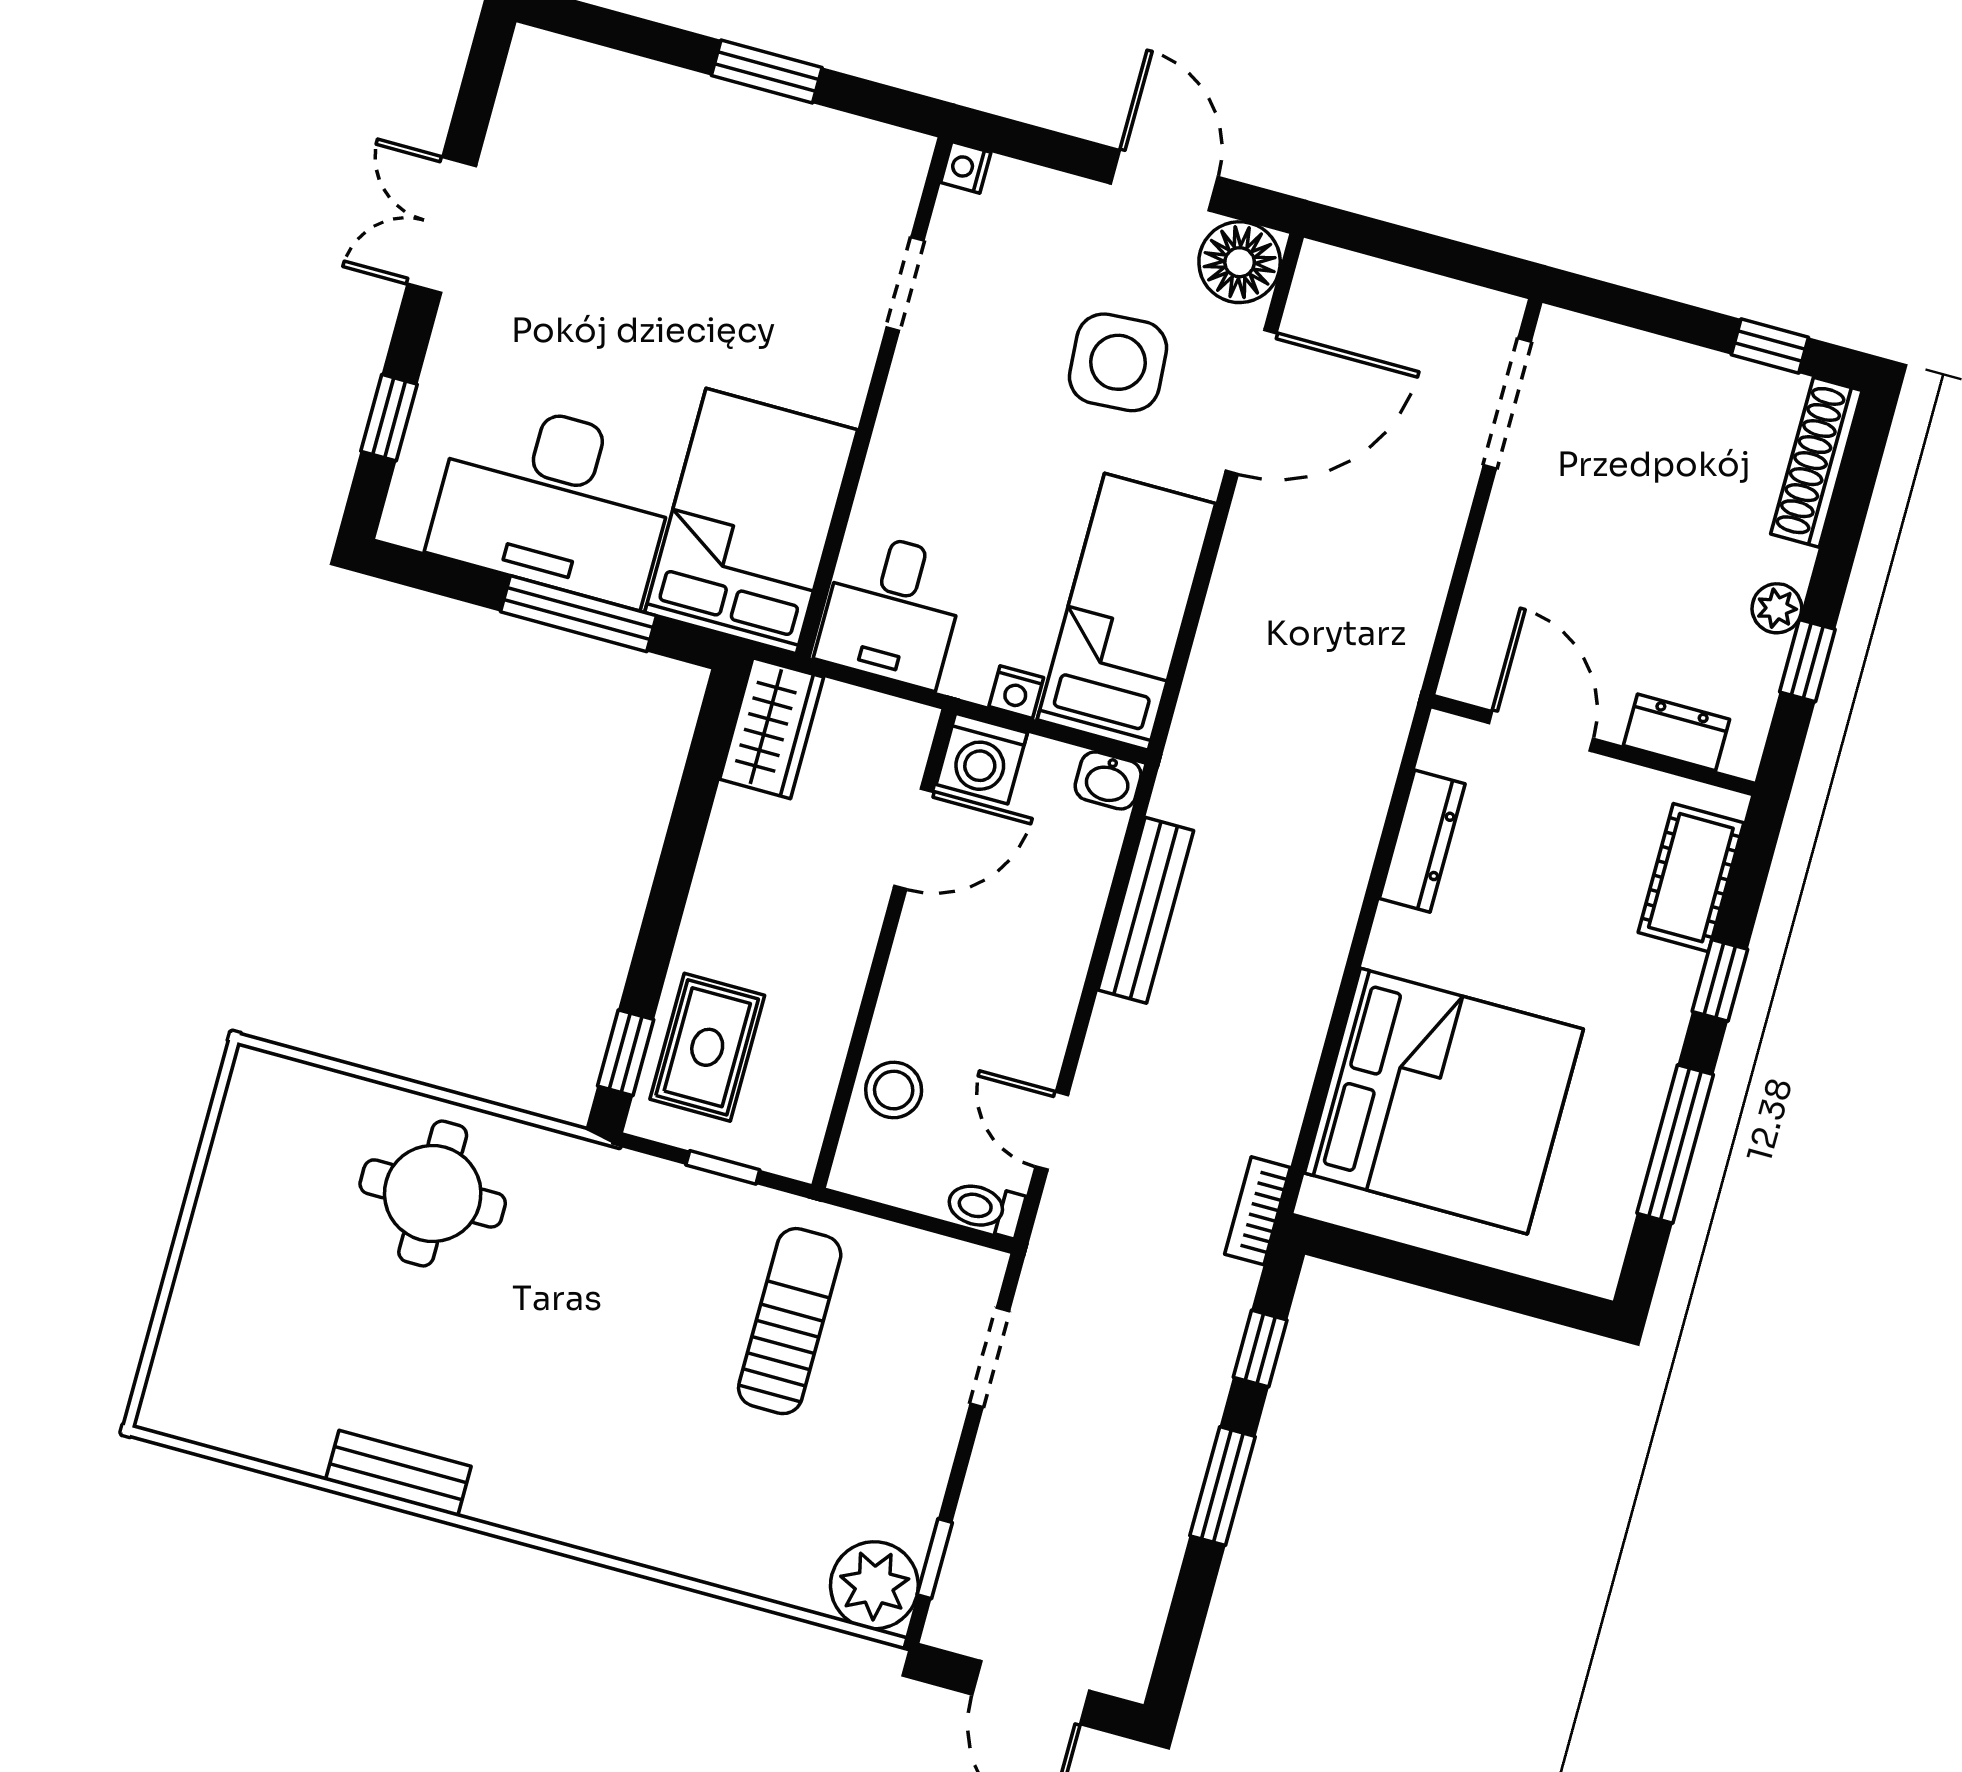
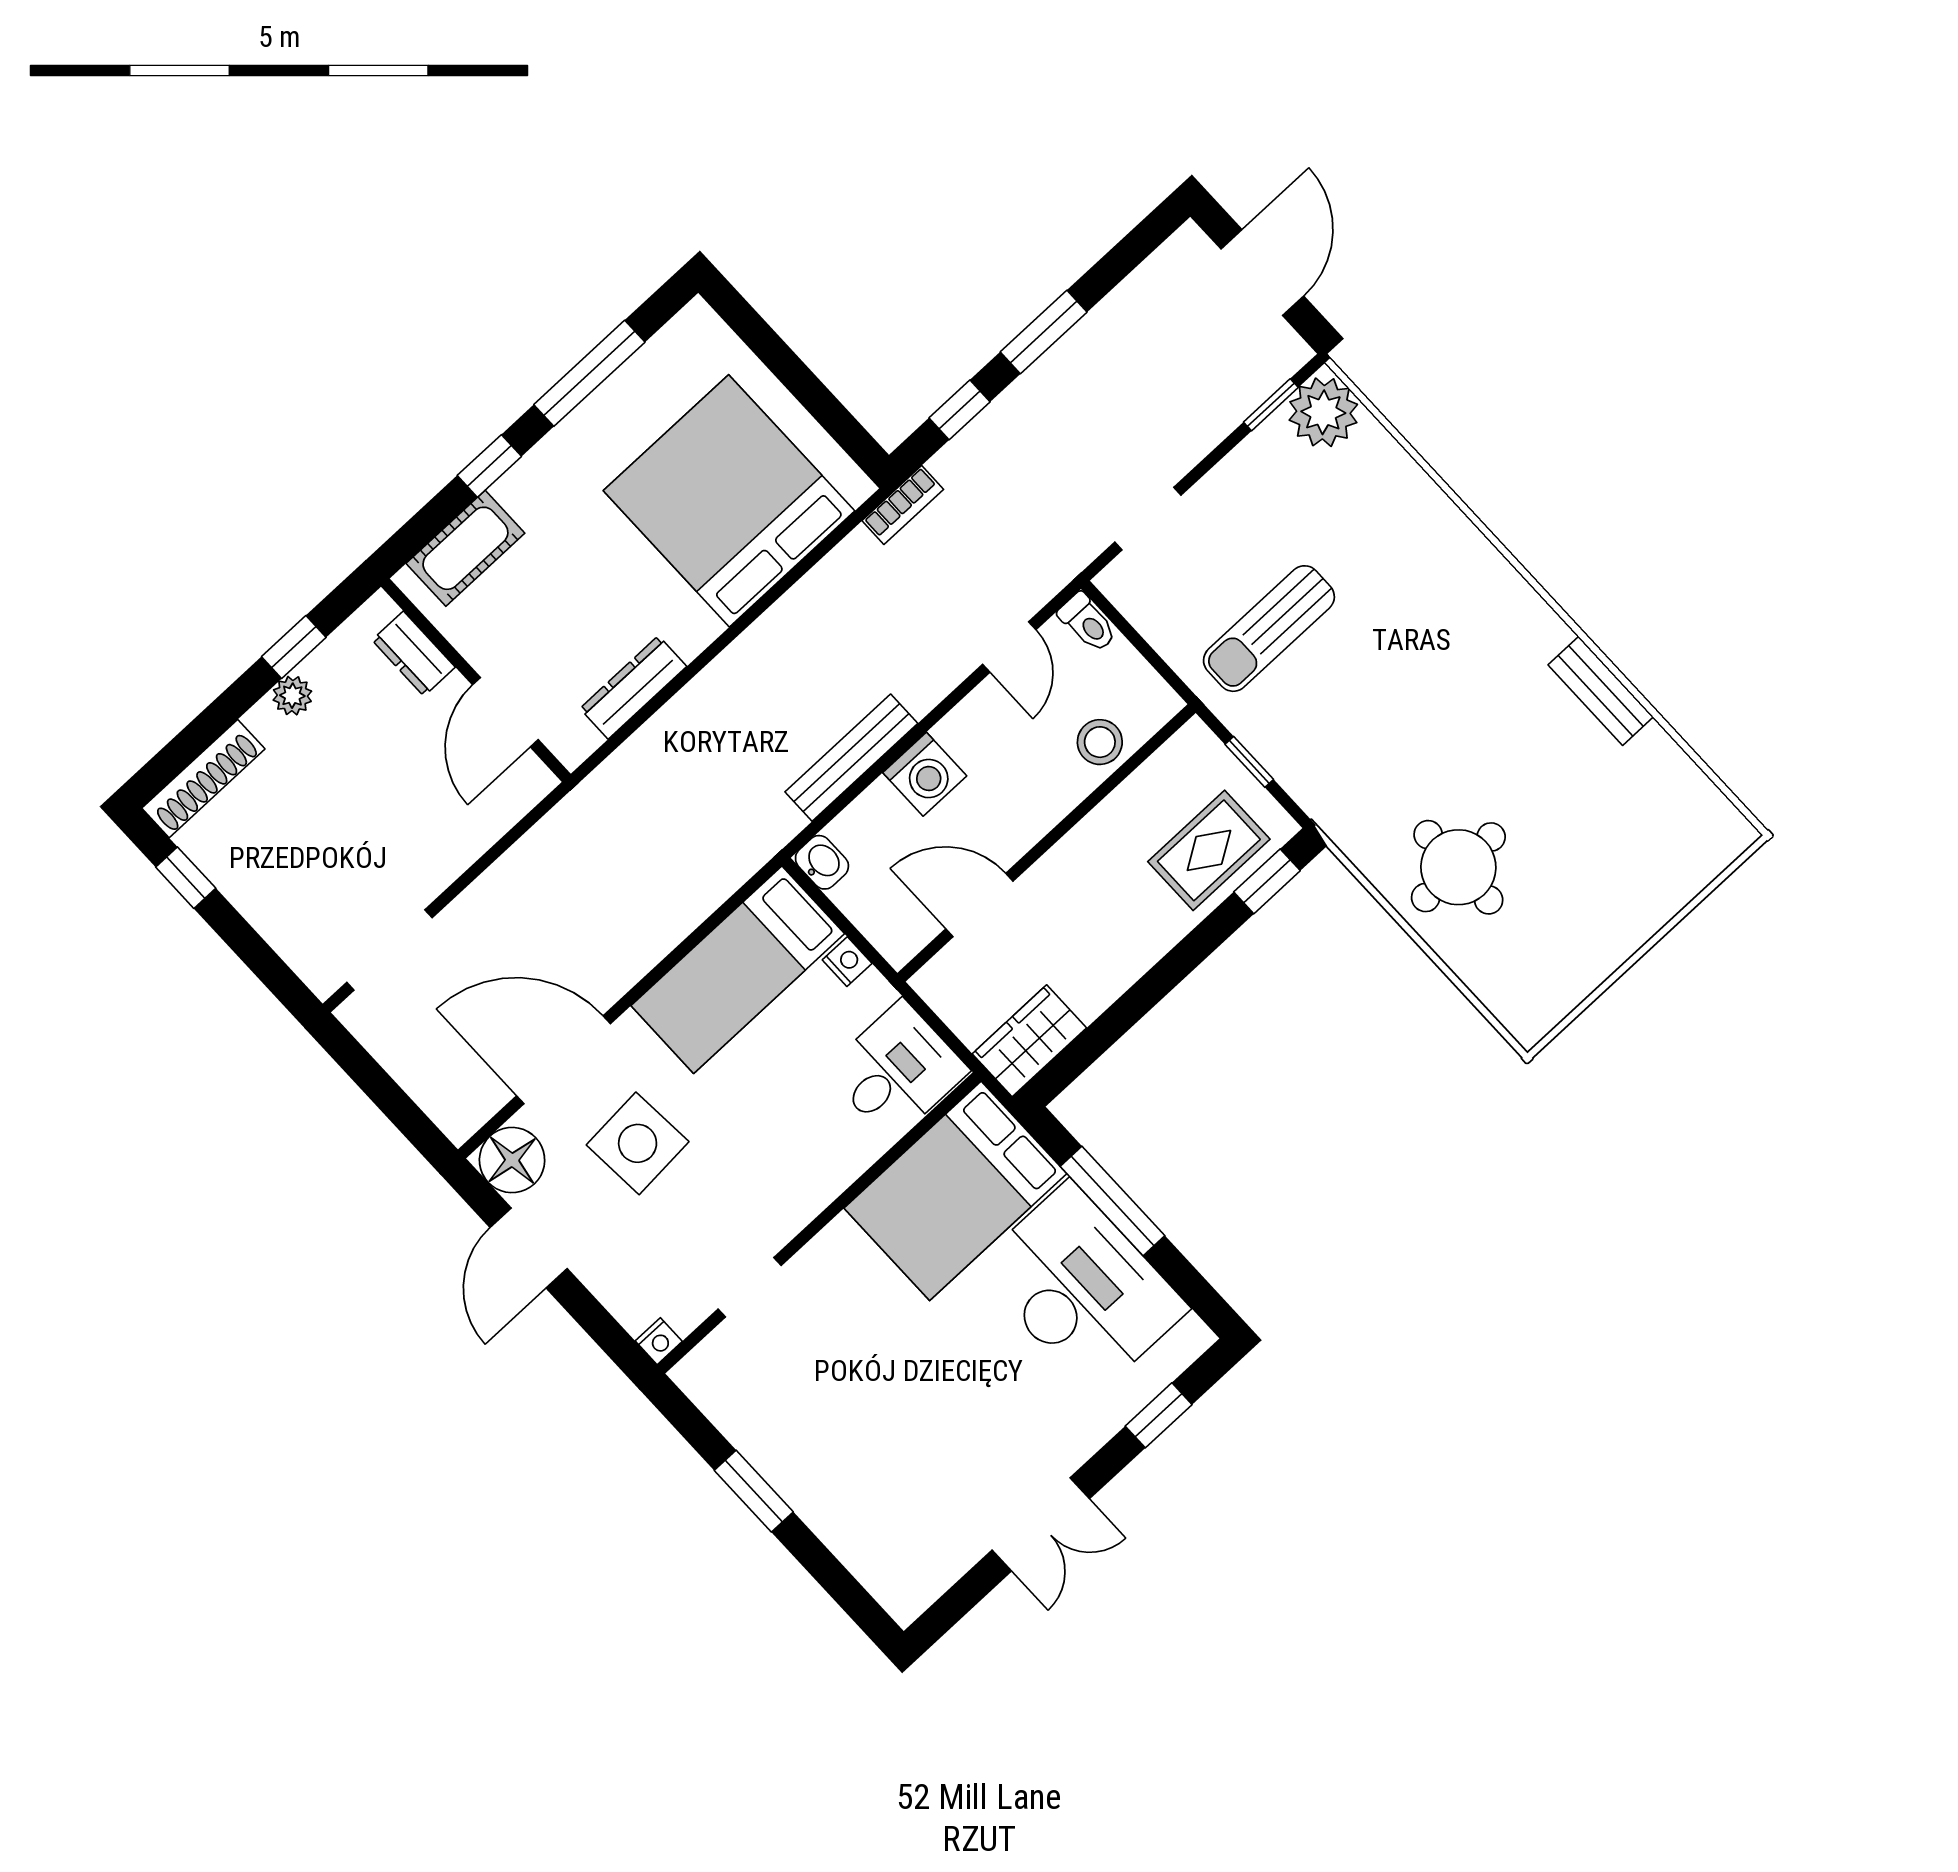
washing machine: (982, 759) -> (925, 774), moved, turned 90

